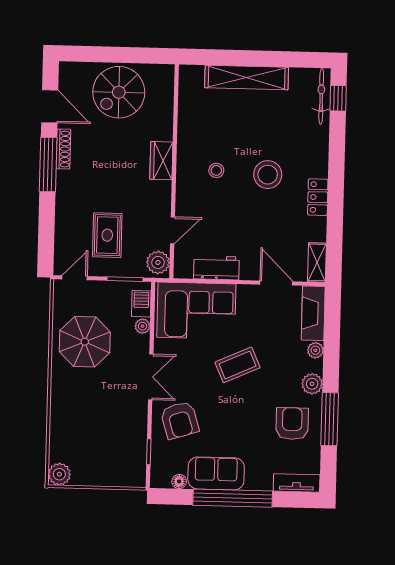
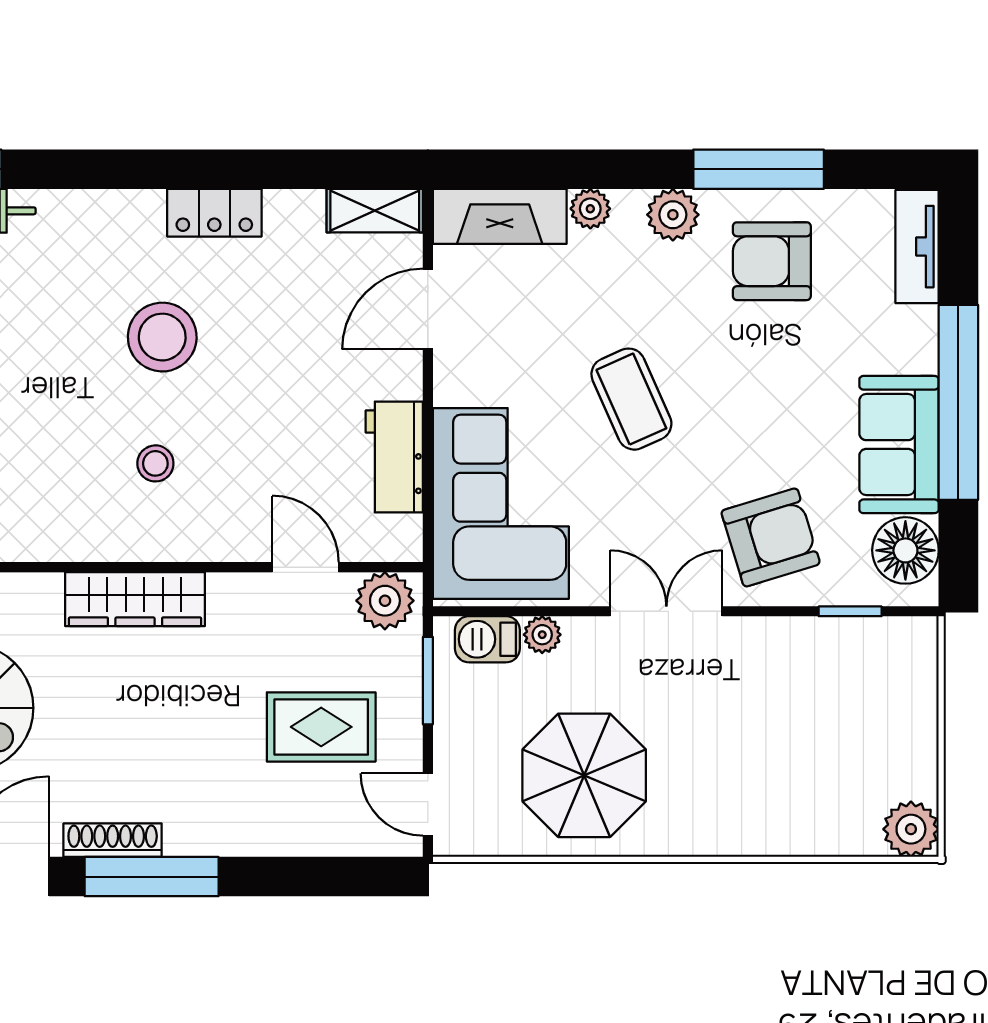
wardrobe: (161, 161) -> (135, 599), width x1.50
floor lamp: (179, 481) -> (905, 550), width x1.89, depth x1.89

